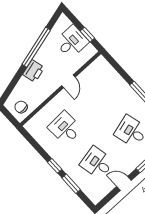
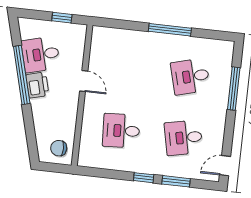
desk: (72, 42) -> (41, 54), moved, turned -105
printer: (34, 71) -> (37, 85), moved
door: (124, 183) -> (225, 166), moved

